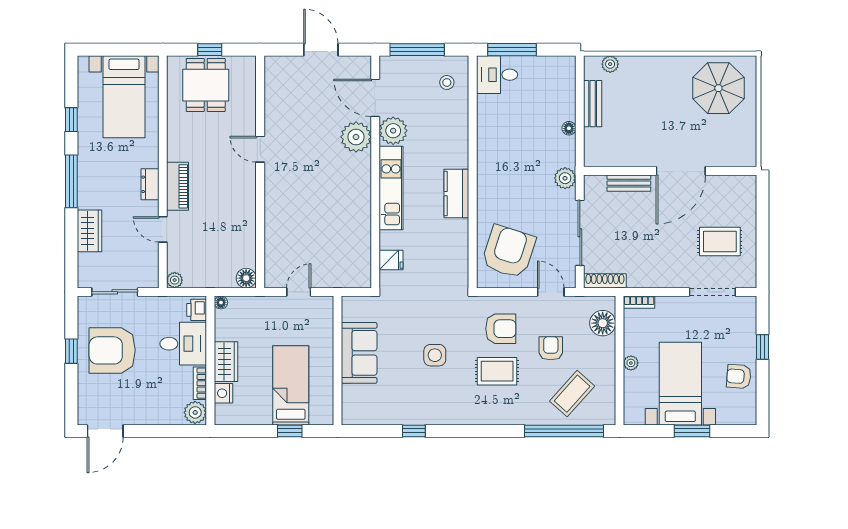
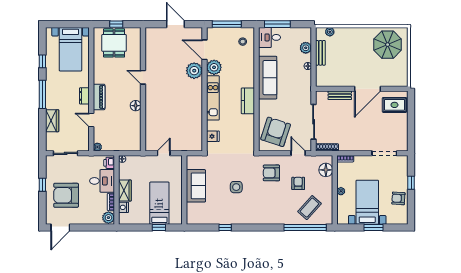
sofa: (494, 150) -> (268, 78), added
plant: (565, 178) -> (306, 48), moved
rug: (720, 241) -> (394, 105), moved
floor lamp: (246, 278) -> (136, 106), moved
armchair: (501, 329) -> (271, 173), turned 180
armchair: (112, 350) -> (66, 195), moved
rug: (497, 371) -> (269, 196), removed

